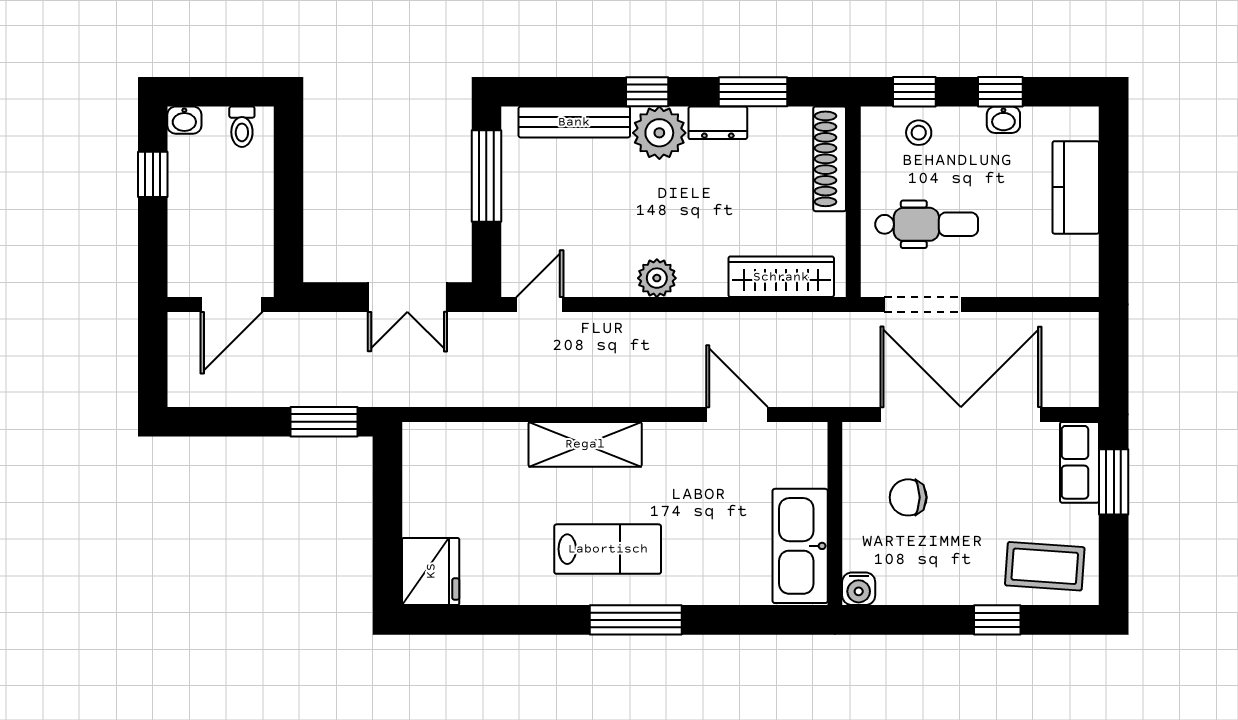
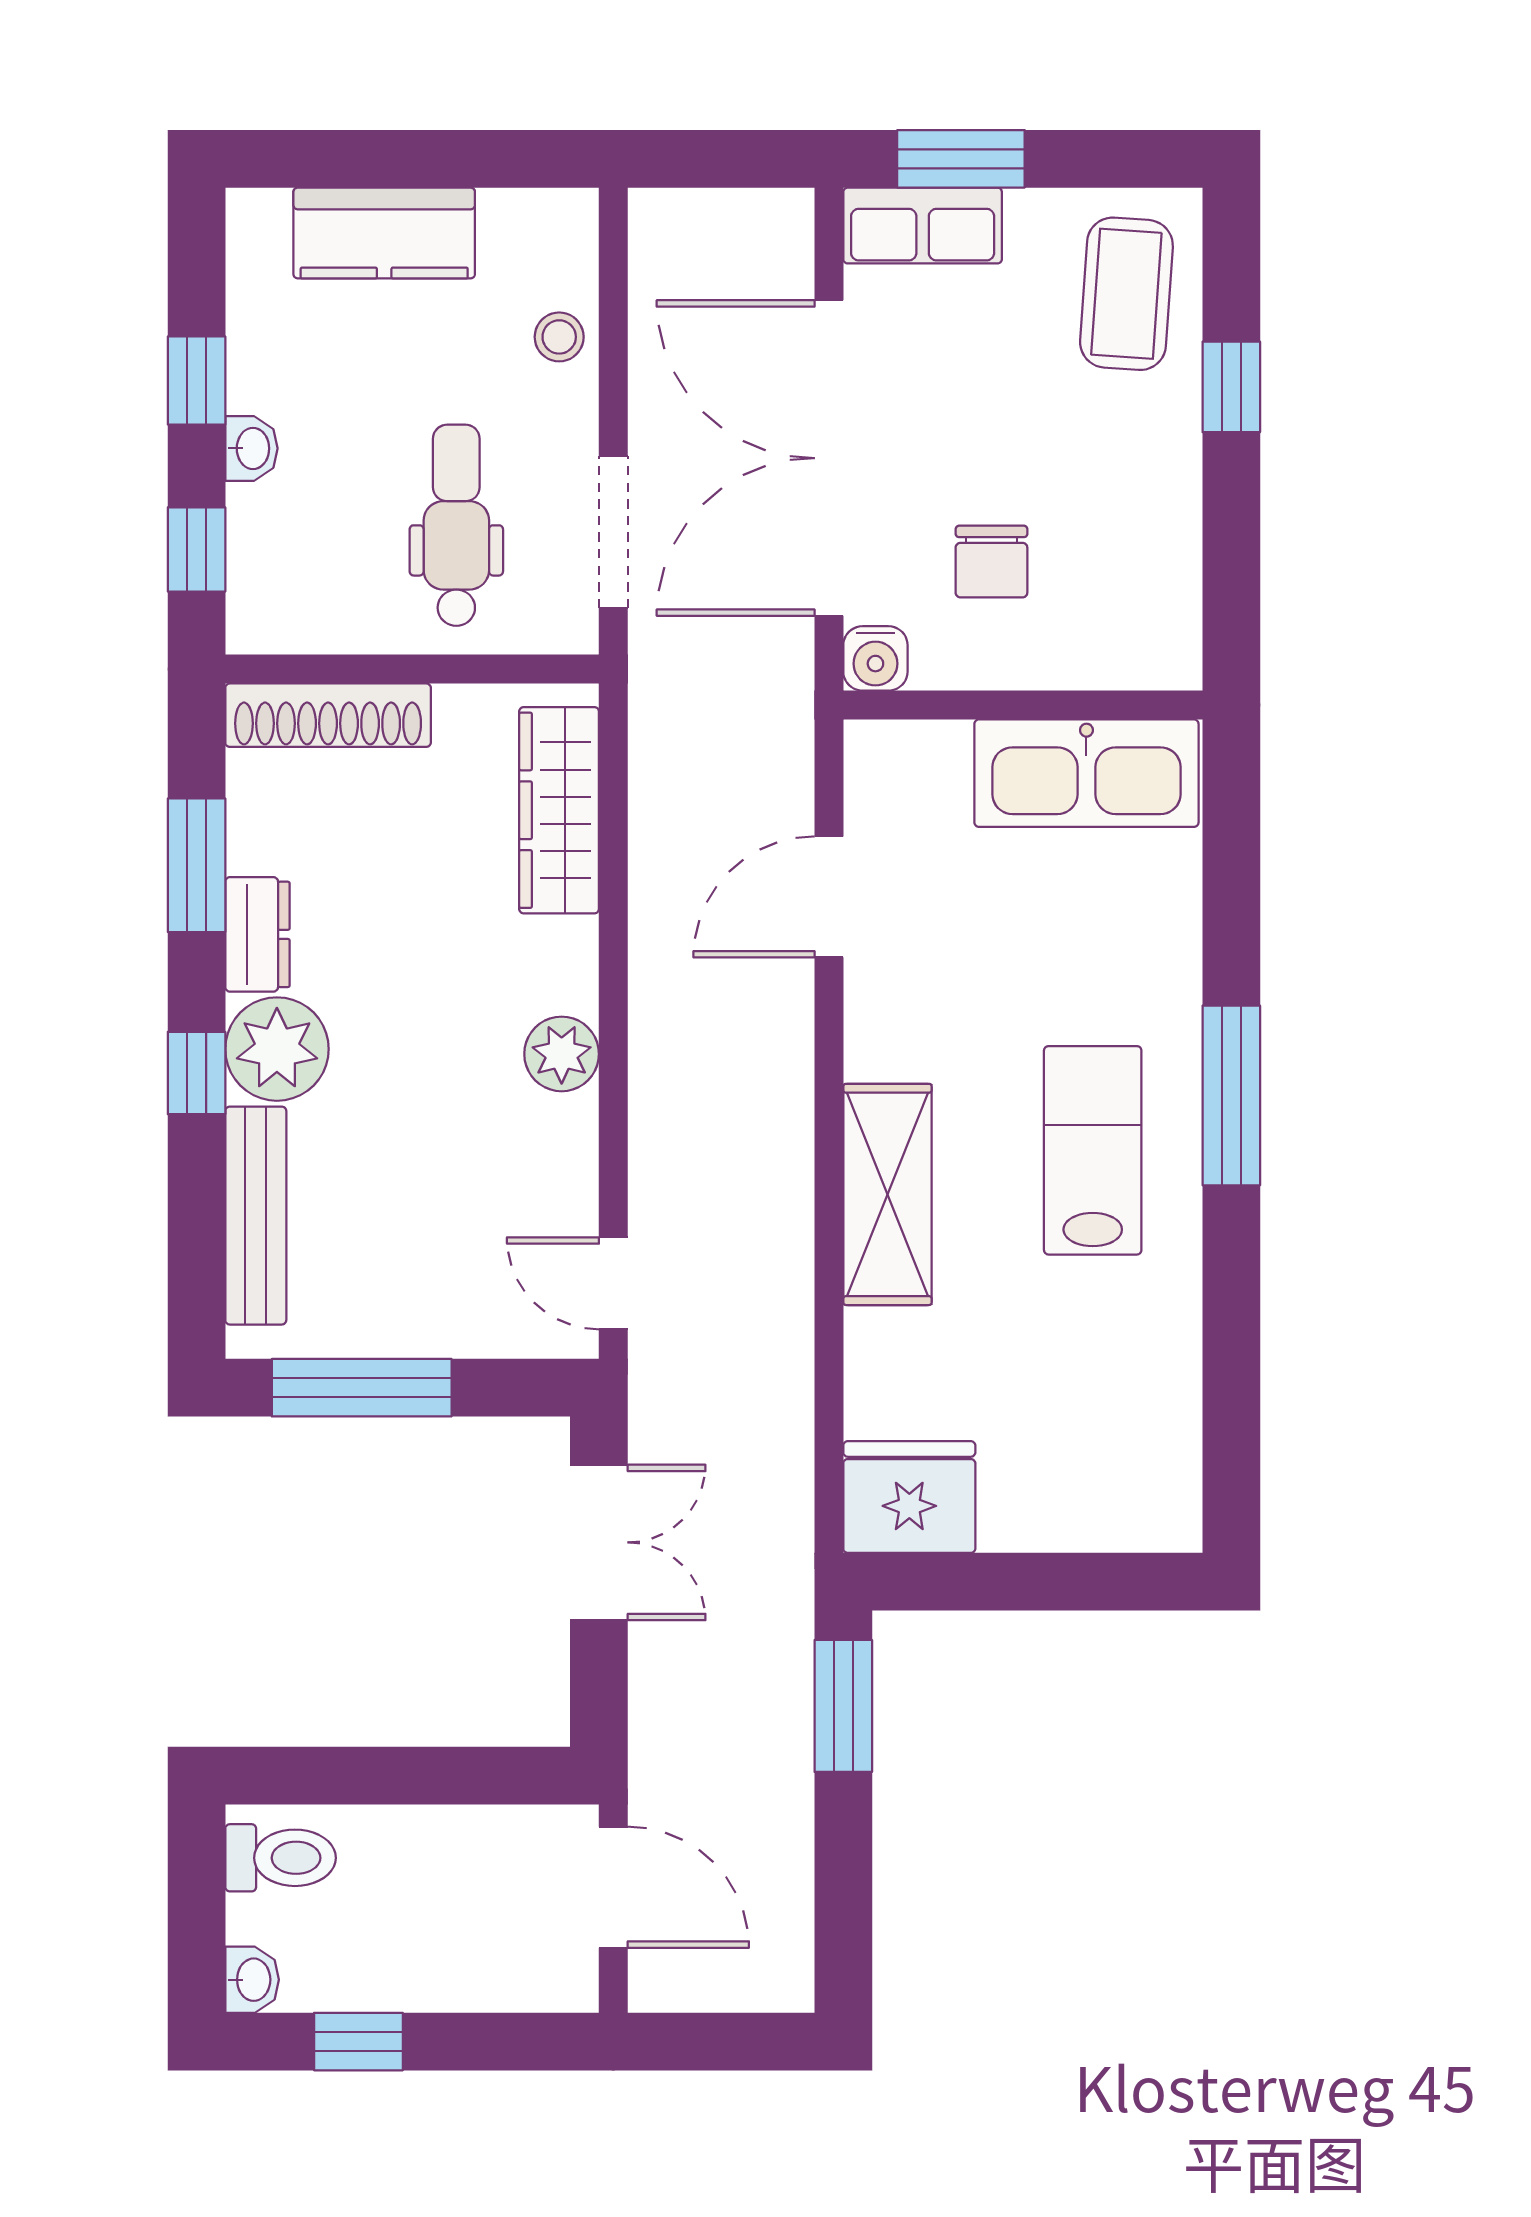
washbasin: (1003, 120) -> (251, 448), moved
toilet: (242, 127) -> (281, 1858), width x1.37, depth x1.39
stool: (919, 133) -> (559, 337), moved
fridge: (431, 571) -> (909, 1497), moved
water cooler: (859, 589) -> (875, 658), moved, turned 90

